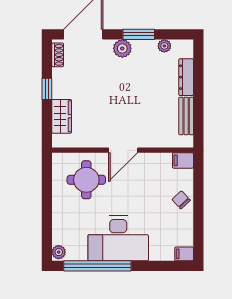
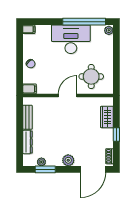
window: (139, 34) -> (45, 169), moved

